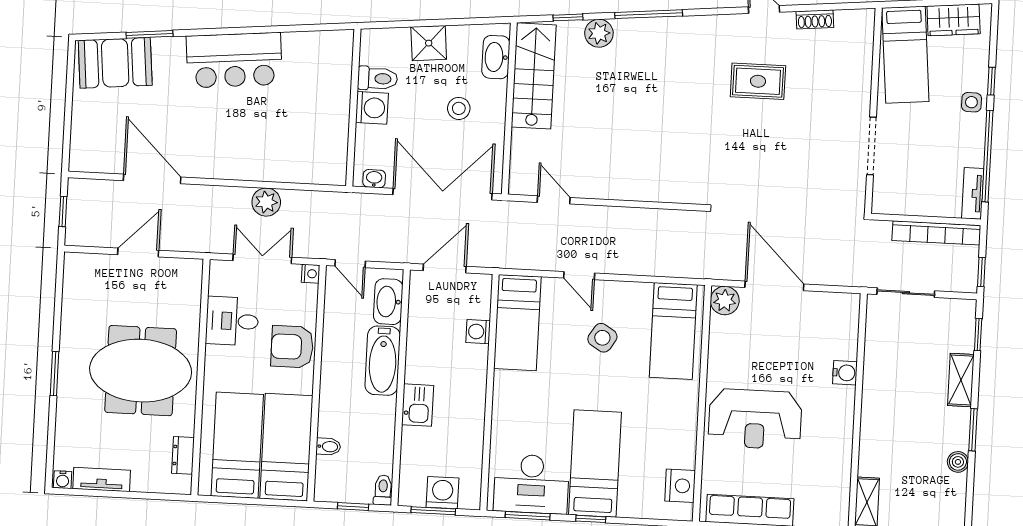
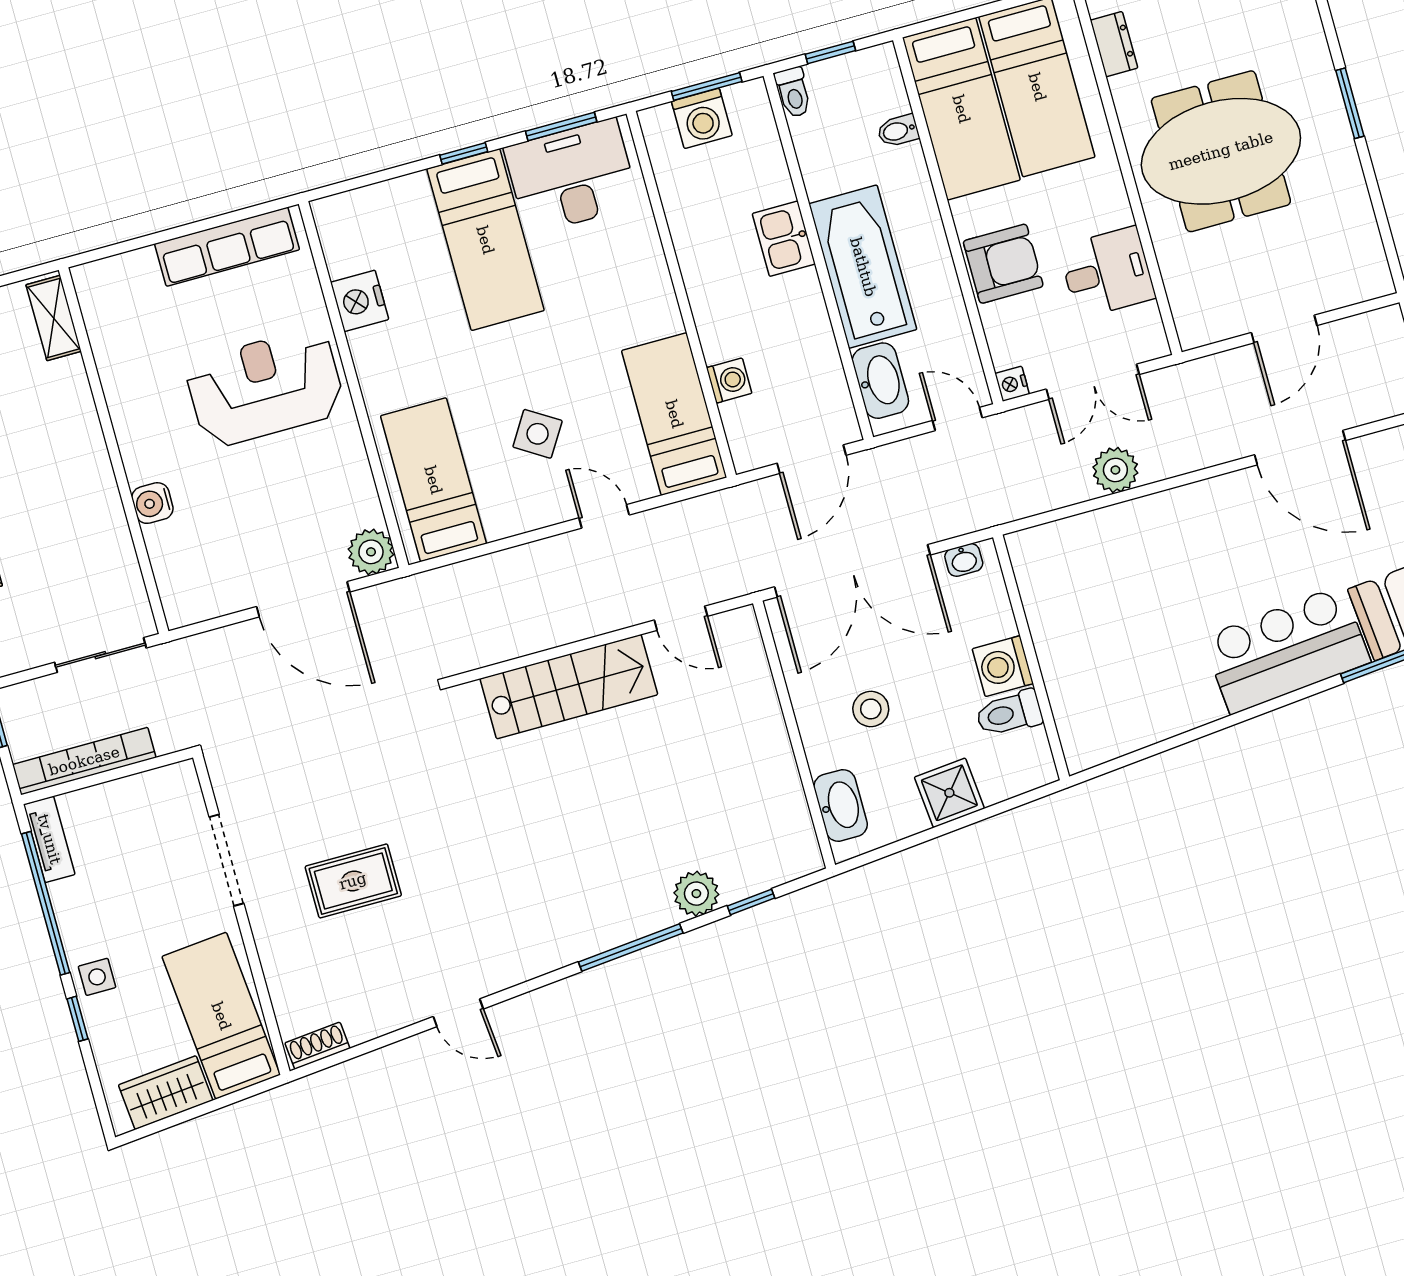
shoe rack: (815, 19) -> (317, 1046), moved
bar counter: (234, 60) -> (1286, 650), moved
stairs: (534, 76) -> (569, 687), moved, turned -90
rug: (758, 81) -> (353, 881), moved
bathtub: (383, 361) -> (863, 267), width x1.36, depth x1.36
nightstand: (680, 486) -> (360, 301), moved

